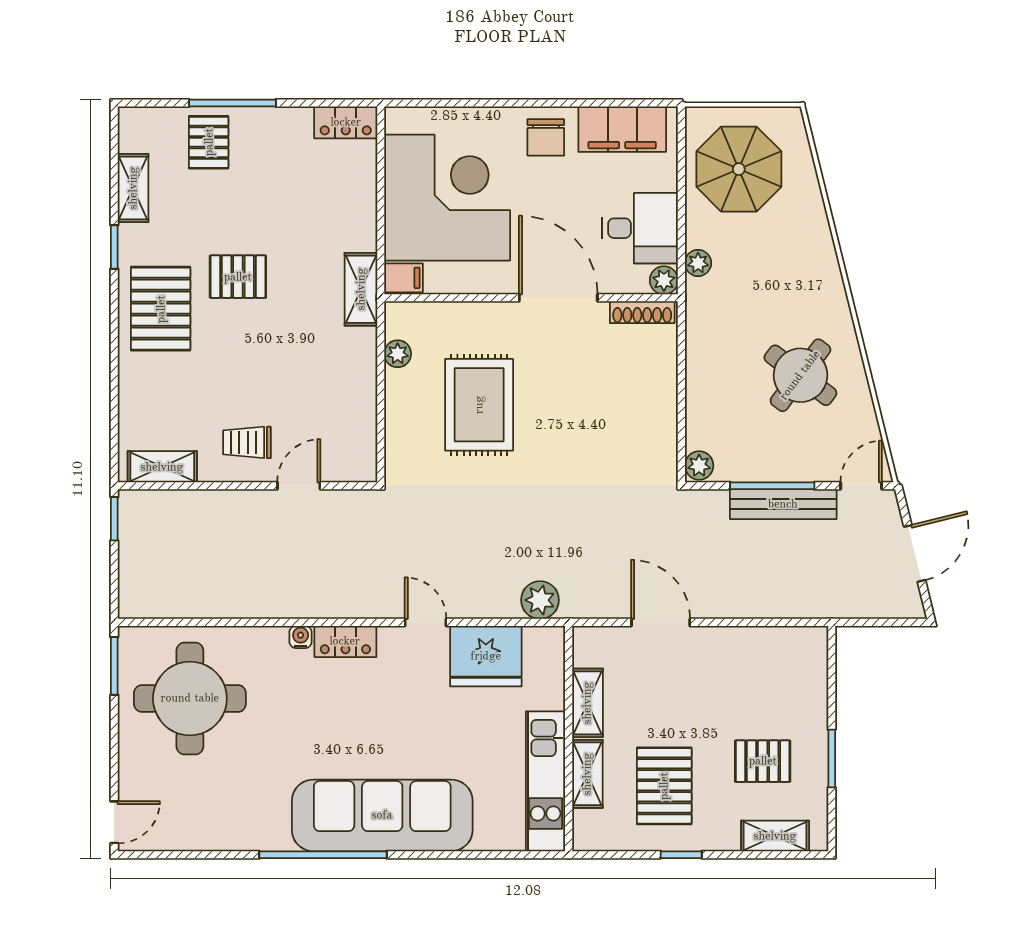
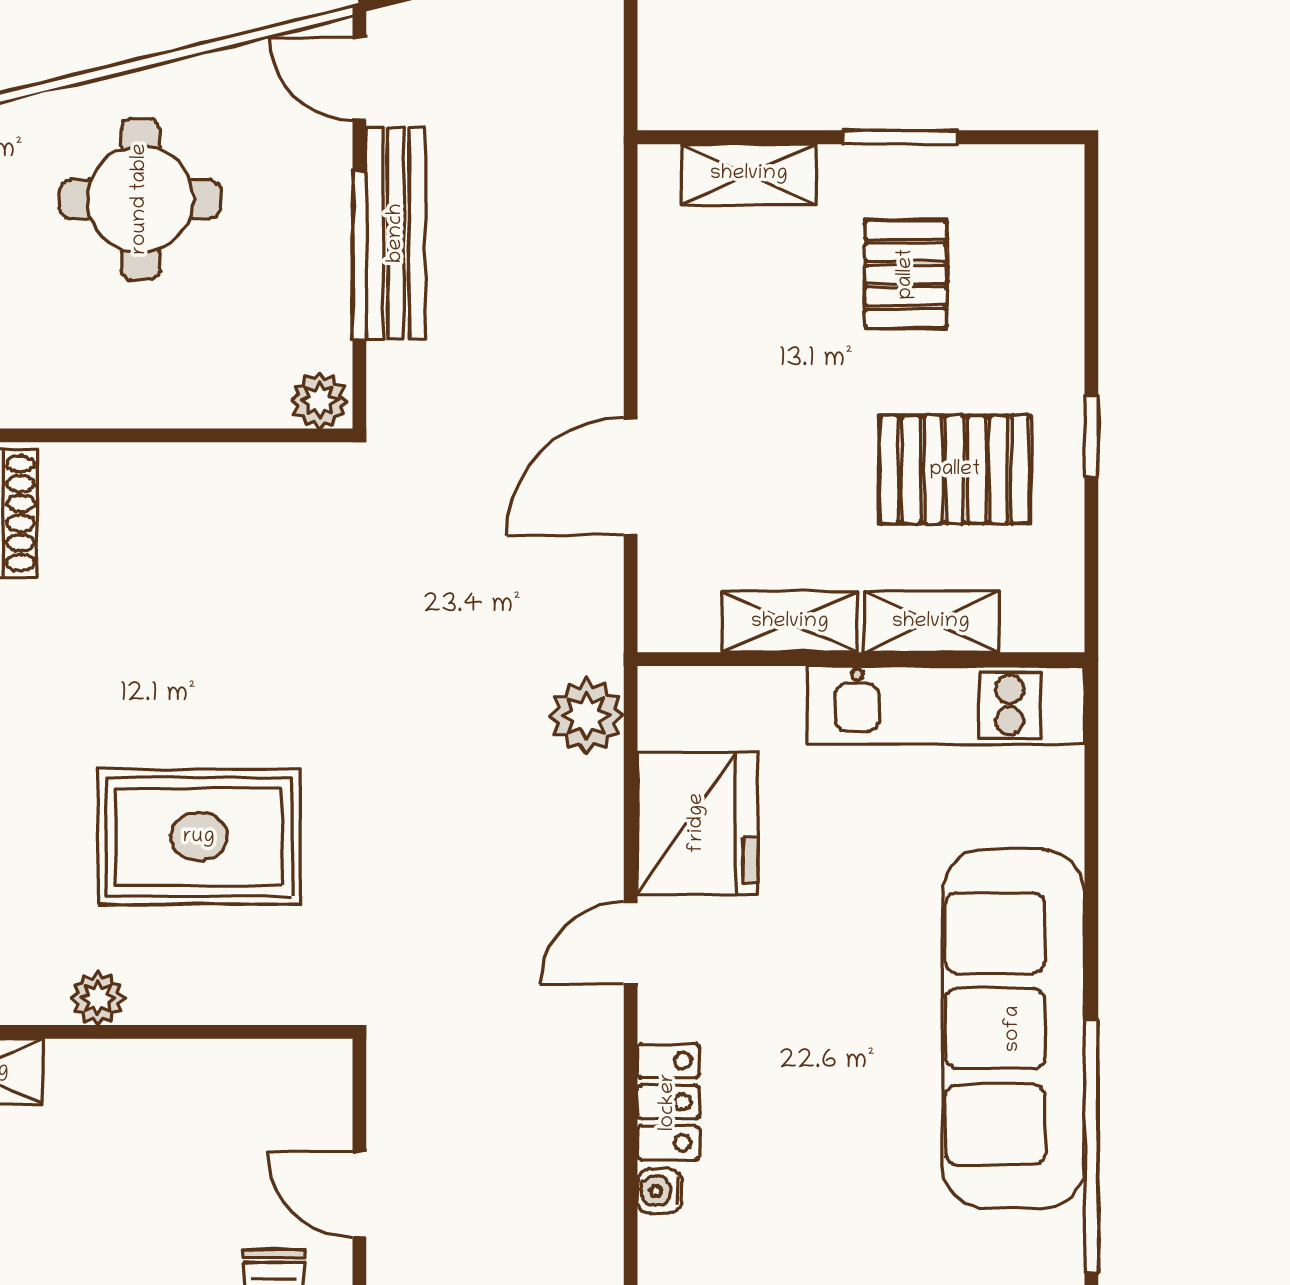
round table: (800, 375) -> (140, 199), turned -37
shelving: (775, 836) -> (749, 174), moved, turned 90

